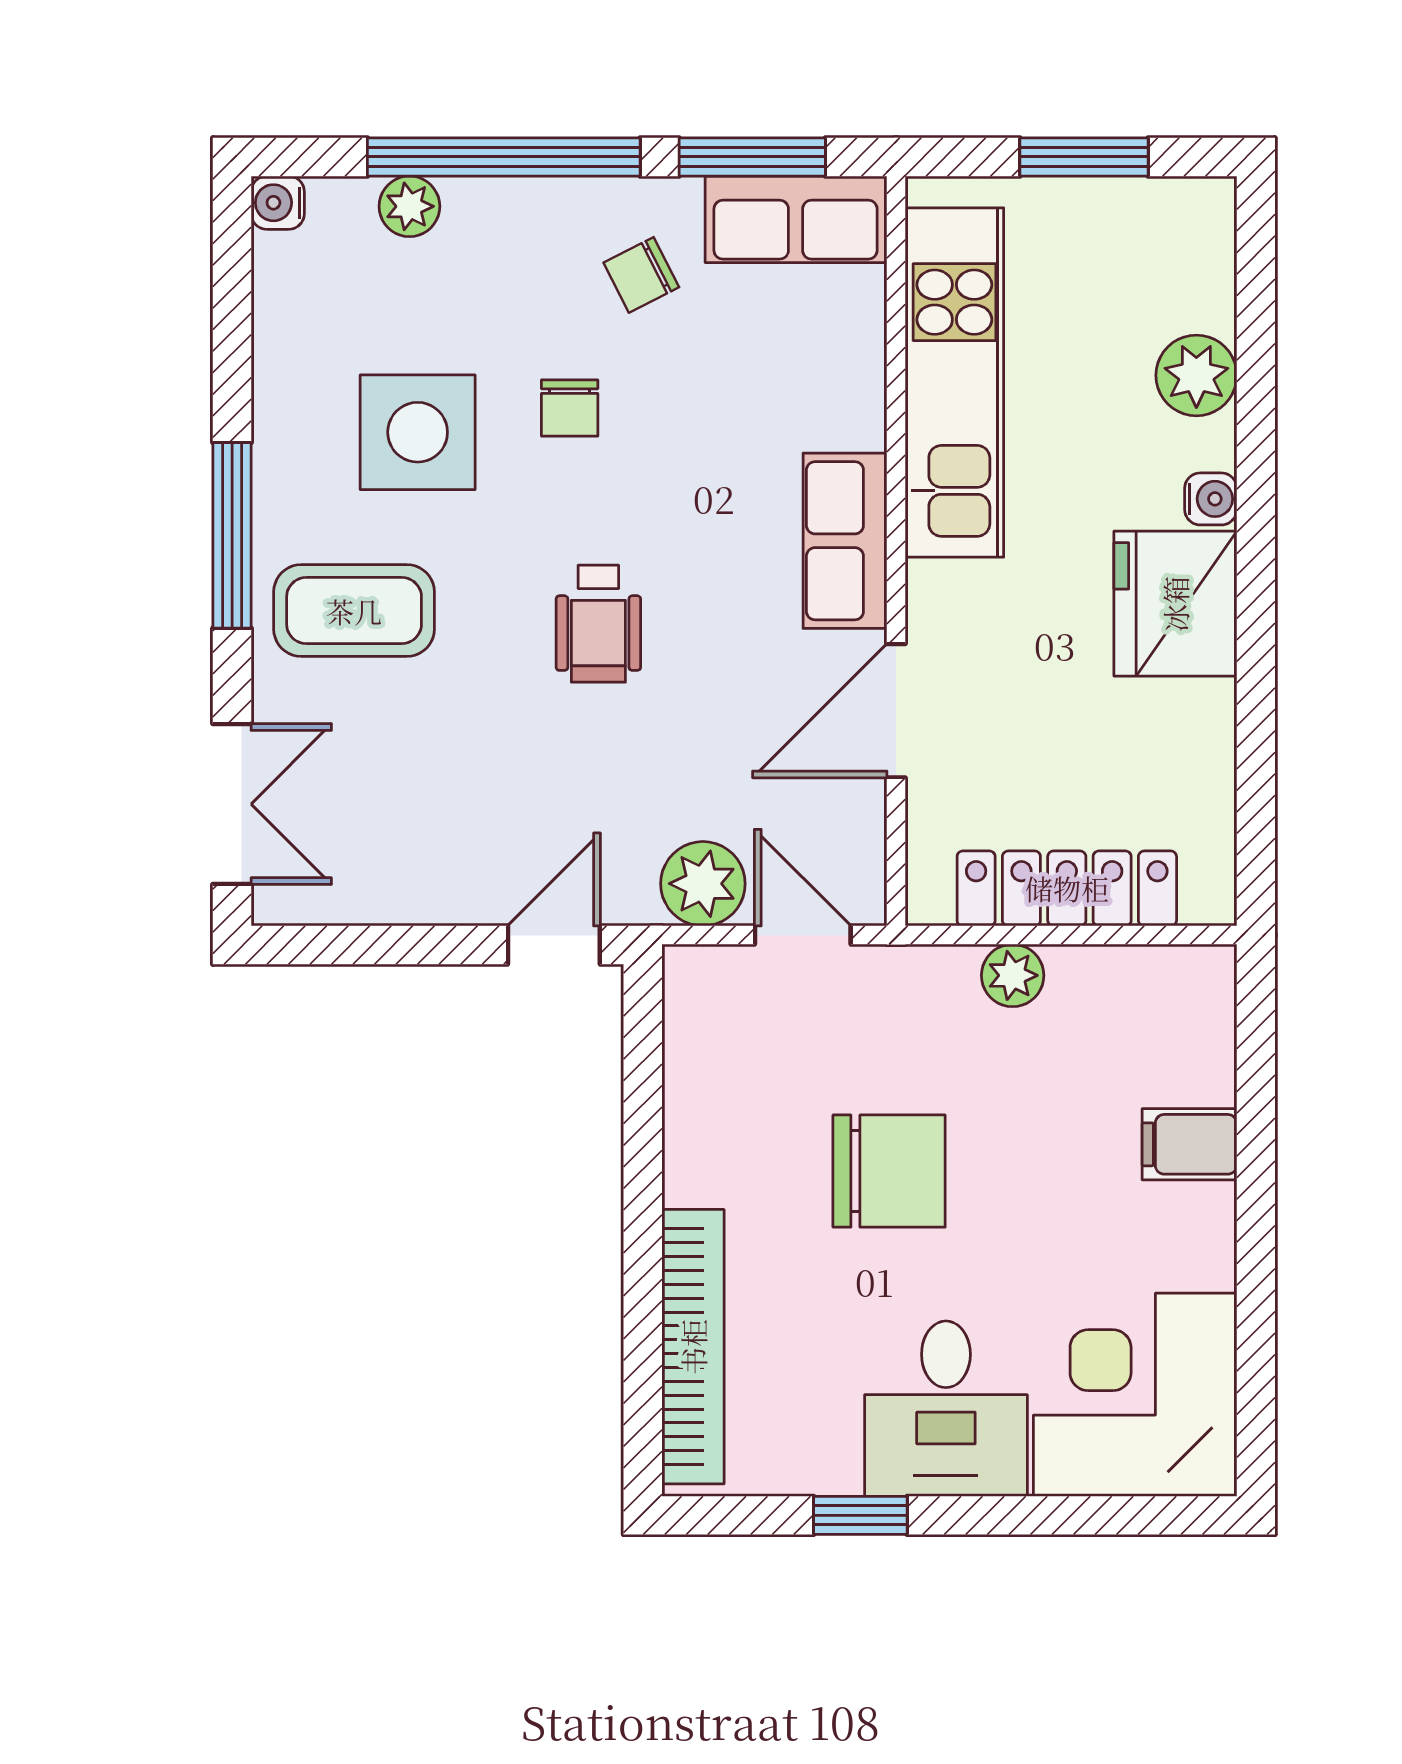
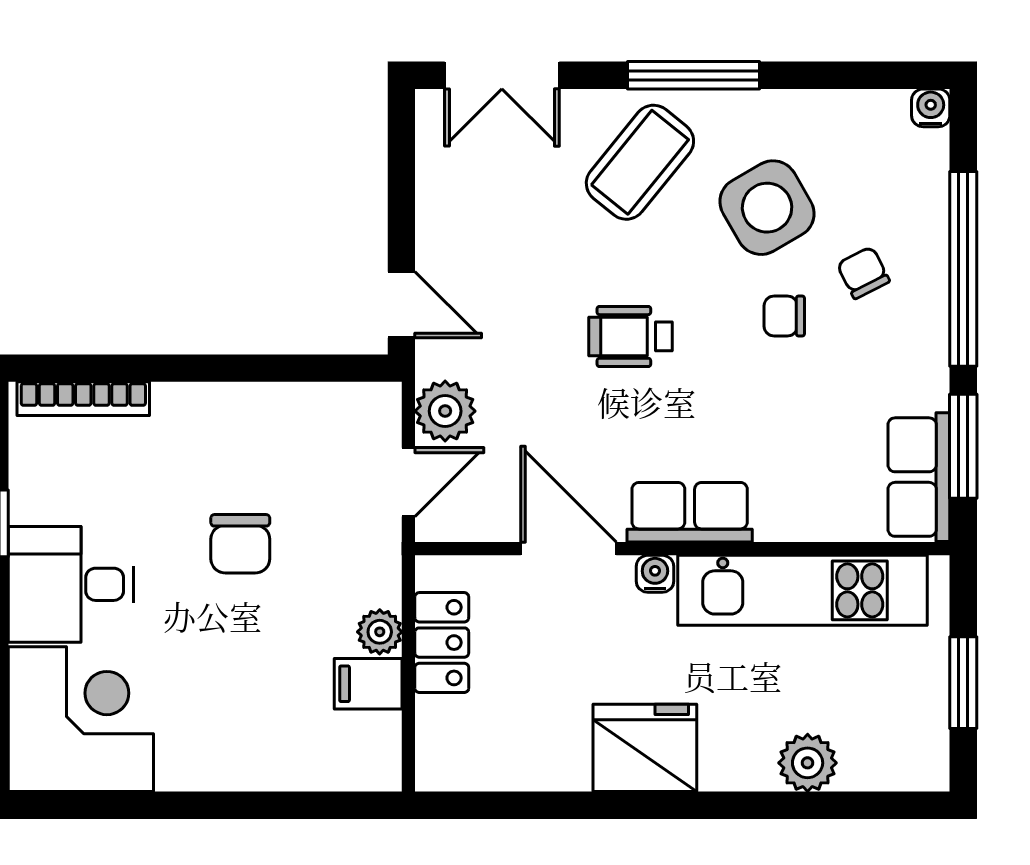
plant: (409, 206) -> (928, 202), removed
chair: (641, 275) -> (863, 273), moved
side table: (418, 432) -> (767, 208), turned -30
water cooler: (1211, 499) -> (655, 574), moved, turned 180
coffee table: (354, 611) -> (640, 162), turned 39
locker: (1067, 888) -> (442, 643), width x0.66
filing cabinet: (1189, 1144) -> (368, 684), moved, turned -90
chair: (889, 1171) -> (240, 544), width x0.73, depth x0.73
bookcase: (693, 1347) -> (83, 399), width x0.68, depth x0.76

